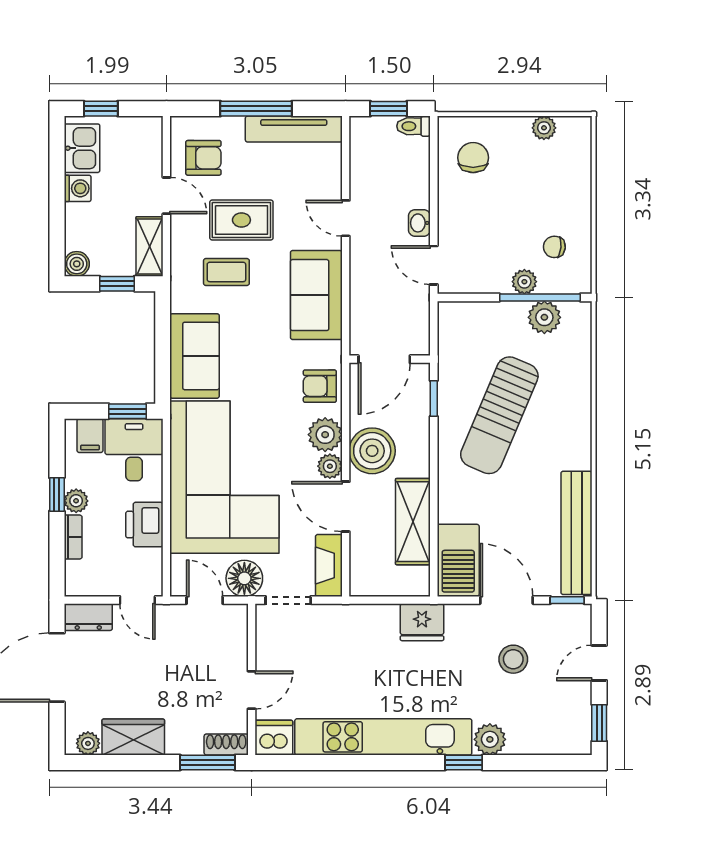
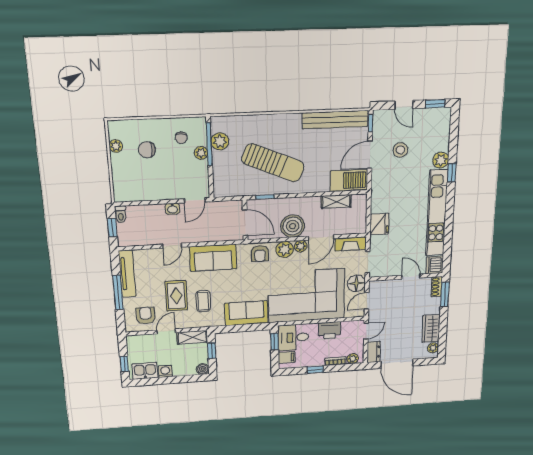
chair: (473, 158) -> (147, 150), moved
plant: (76, 501) -> (353, 359), moved
shelving: (413, 522) -> (336, 202), width x0.67, depth x0.75
fridge: (422, 622) -> (379, 224), moved

